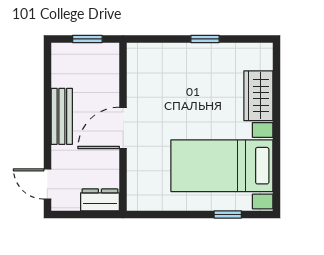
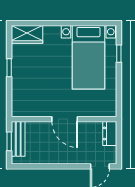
wardrobe: (258, 96) -> (27, 34), moved
bench: (62, 116) -> (18, 139), moved, turned 90

